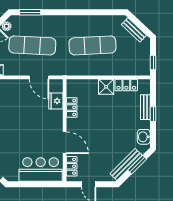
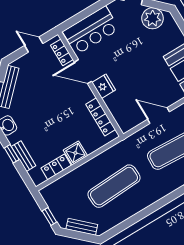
window: (153, 62) -> (49, 216), moved
door: (39, 77) -> (158, 116), moved
fridge: (56, 101) -> (104, 86), moved
locker: (72, 107) -> (101, 117), width x1.53

